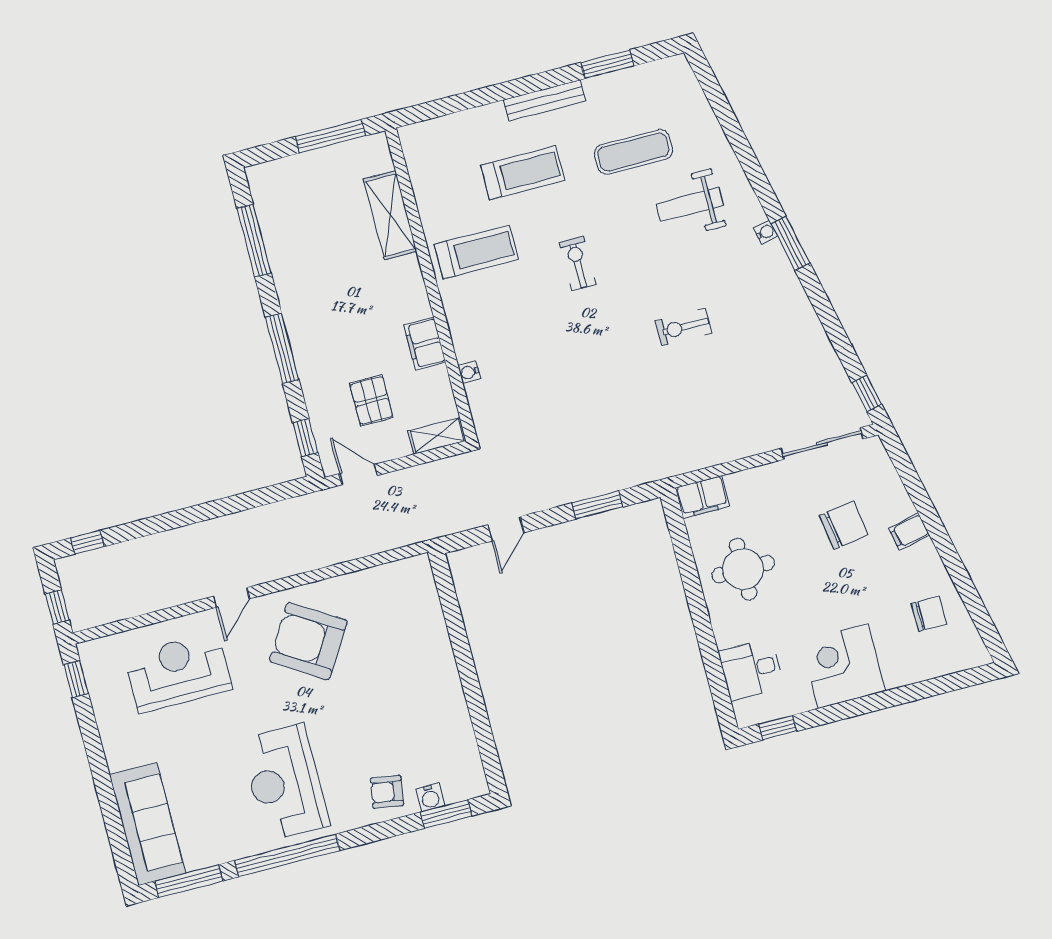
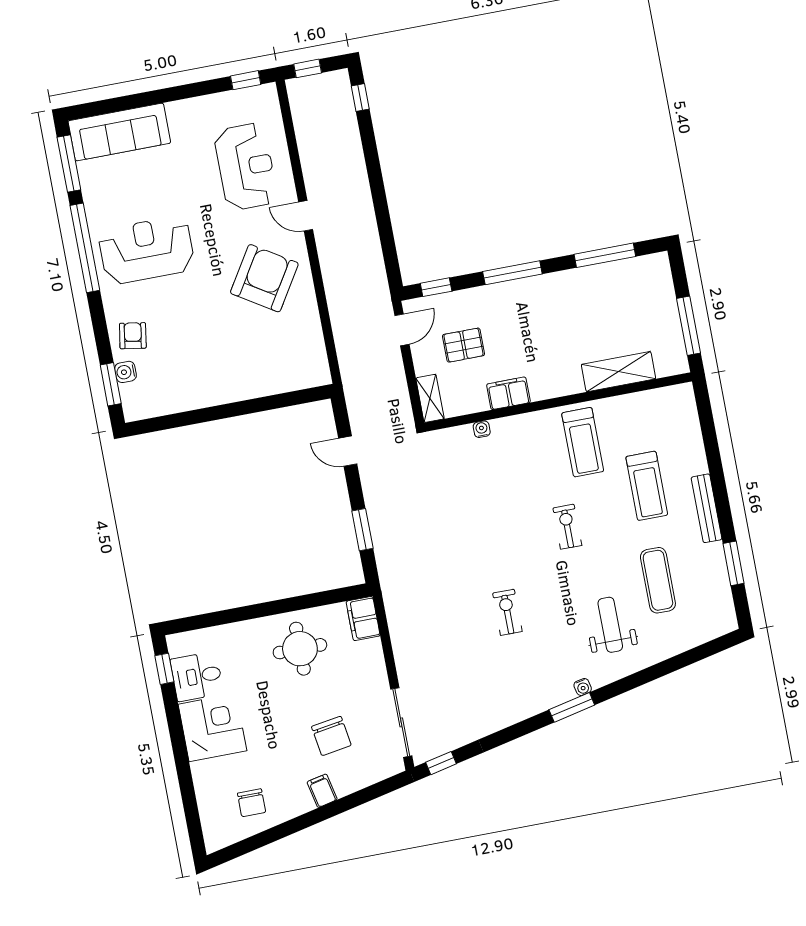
exercise bike: (578, 263) -> (567, 527), turned -90
desk: (751, 669) -> (197, 676), moved, turned -90

